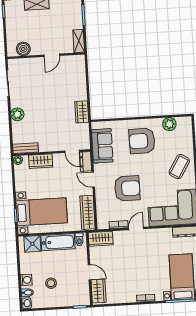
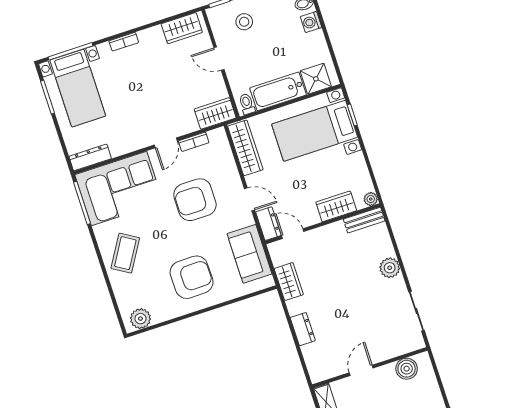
dresser: (81, 90) -> (303, 329), added
wardrobe: (82, 112) -> (289, 282), moved
plant: (169, 124) -> (140, 319), moved
stool: (51, 283) -> (244, 22), moved
wardrobe: (99, 291) -> (182, 28), moved, turned -90

